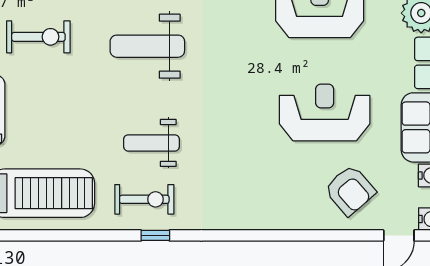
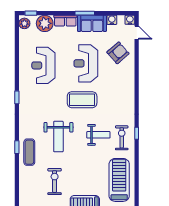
coffee table: (237, 103) -> (82, 100), added
weight bench: (152, 143) -> (98, 135), turned -90

